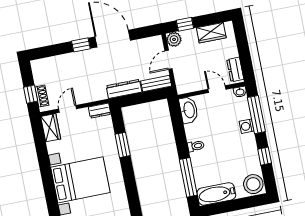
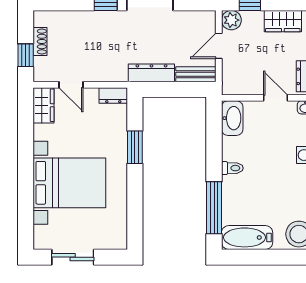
shoe rack: (42, 96) -> (40, 41), moved
door: (68, 109) -> (71, 85), swing flipped

